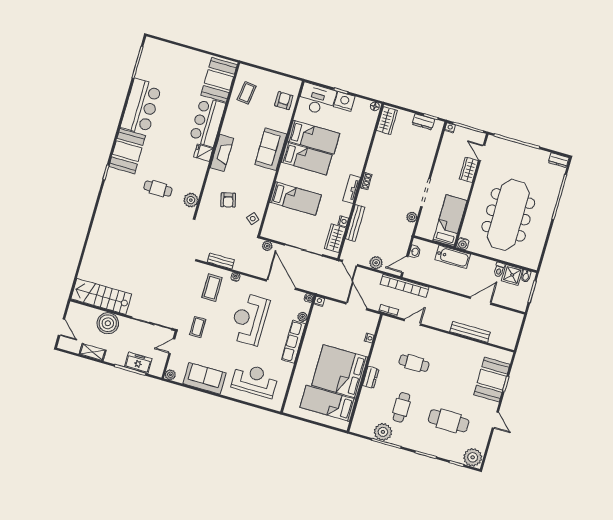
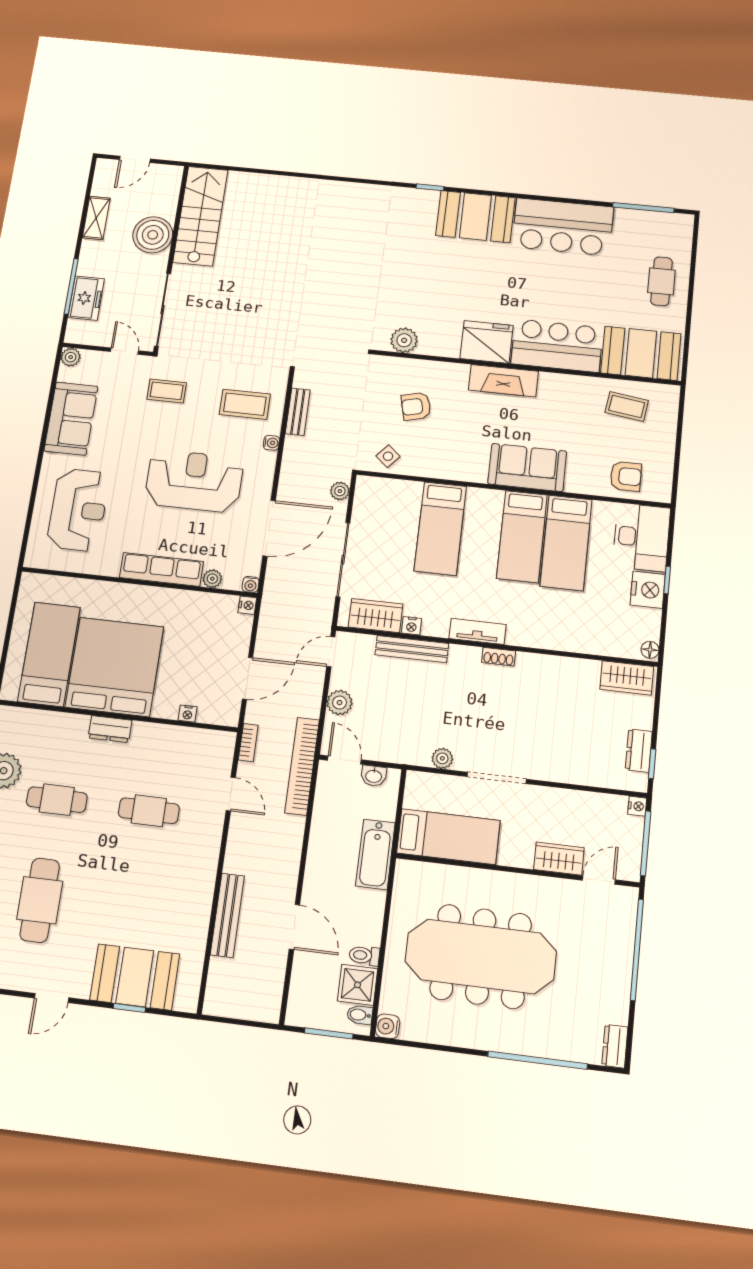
fridge: (203, 153) -> (486, 342), width x1.88, depth x1.34
cafe table: (158, 189) -> (661, 281), moved
water cooler: (463, 244) -> (388, 1026), moved
cafe table: (414, 363) -> (149, 811), turned 90

